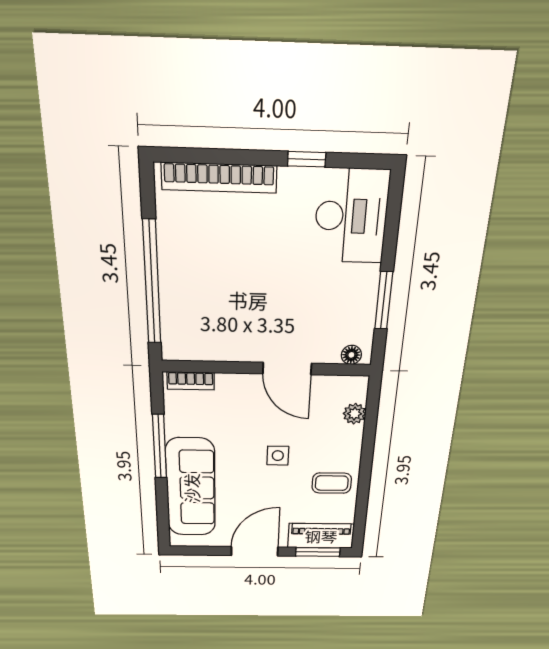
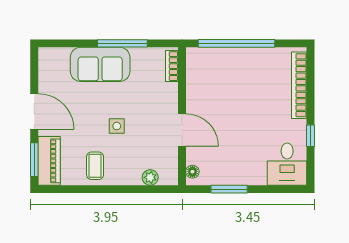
desk: (351, 216) -> (287, 164), width x0.73
door: (287, 369) -> (182, 130), swing flipped
sofa: (191, 488) -> (100, 64), width x0.73

